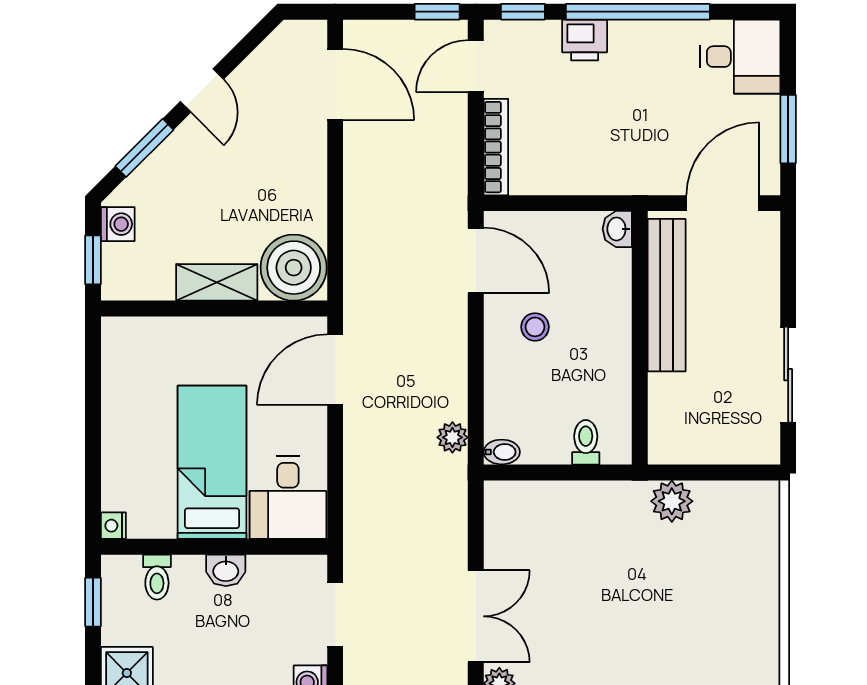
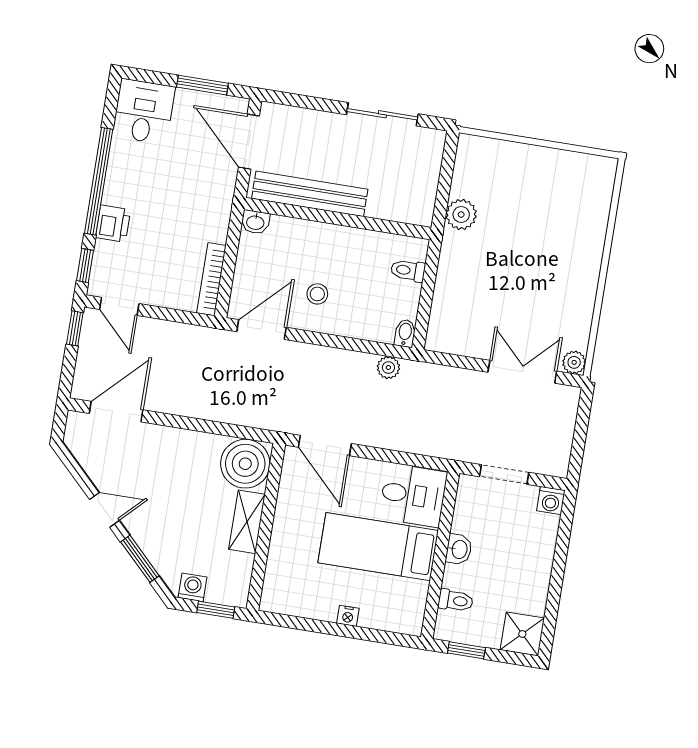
bookcase: (496, 147) -> (211, 279), moved, turned -90
nightstand: (113, 526) -> (348, 616), moved

